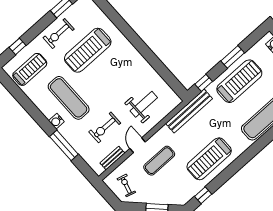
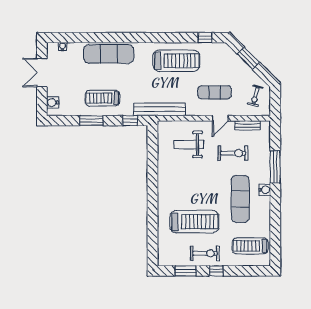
window: (18, 46) -> (216, 271), moved
treadmill: (239, 81) -> (103, 98), width x0.73, depth x0.73

